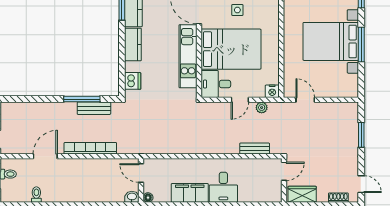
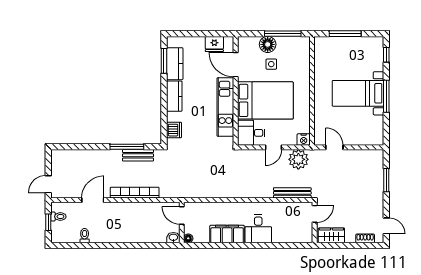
bed with nightstands: (331, 41) -> (358, 93), width x0.73
plant: (262, 108) -> (298, 159), width x1.87, depth x1.87
bench: (255, 149) -> (292, 193), width x1.36

